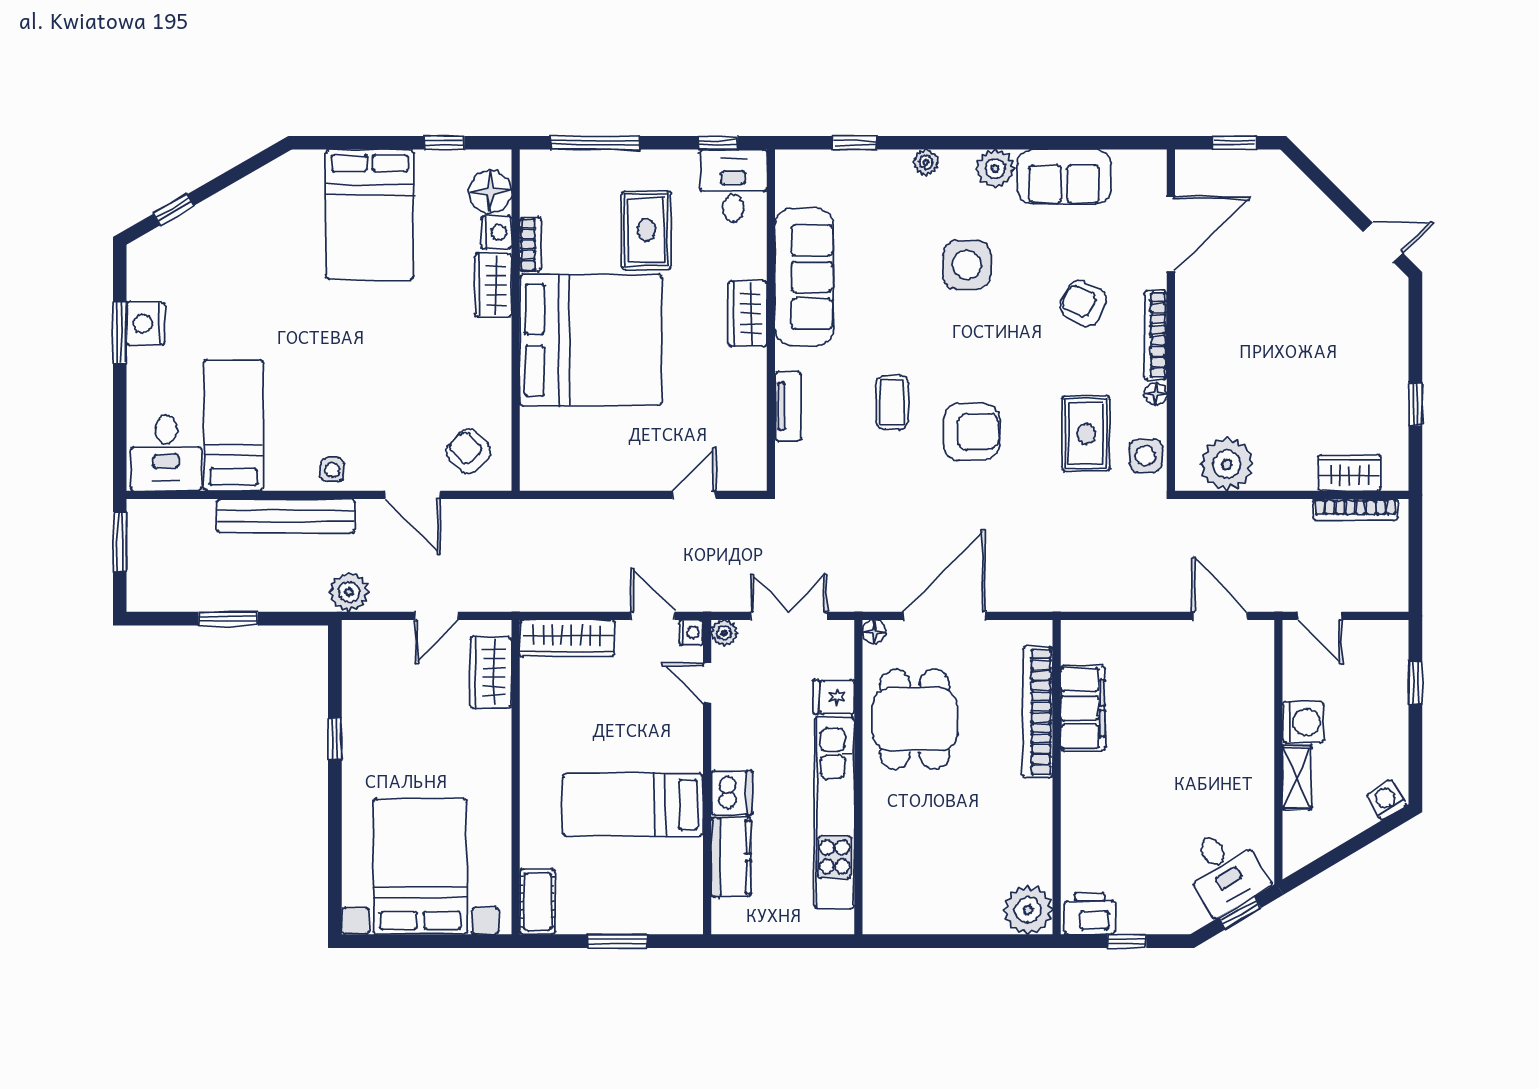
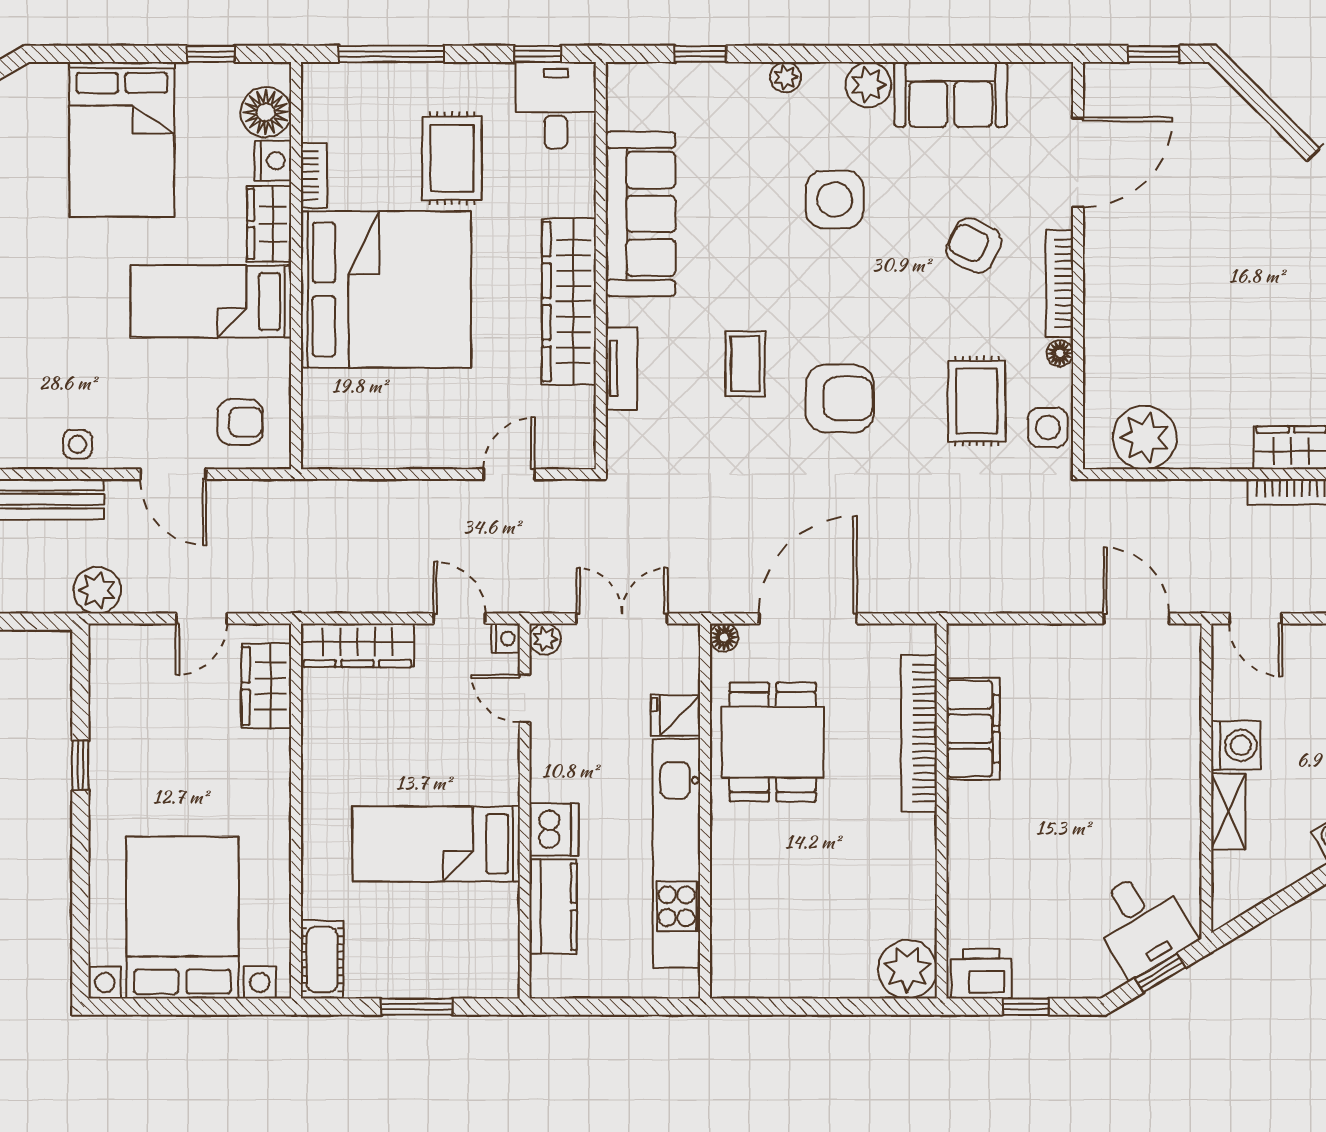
wardrobe: (748, 314) -> (569, 302), width x2.10, depth x1.17
bed: (444, 350) -> (211, 301), added
armchair: (469, 451) -> (240, 422), turned 135

